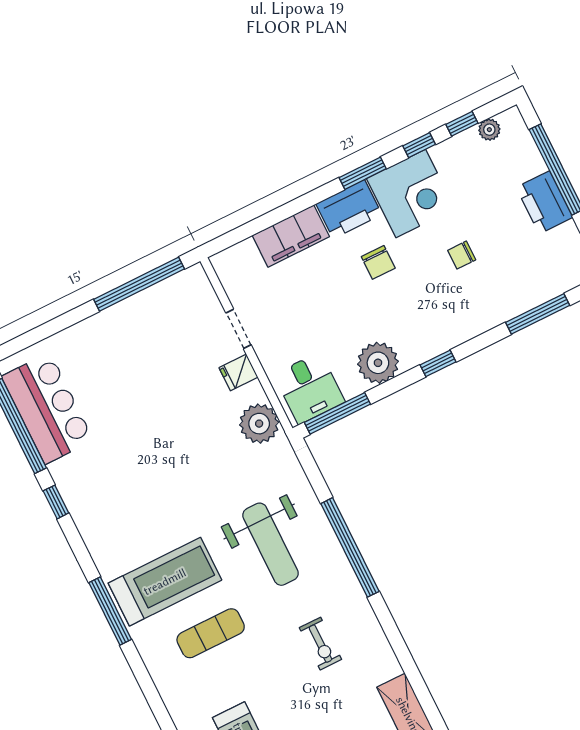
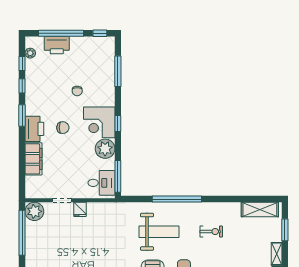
corner desk: (411, 193) -> (99, 122), moved, turned 180
printer: (544, 202) -> (57, 45), moved
plant: (259, 424) -> (34, 211), moved

